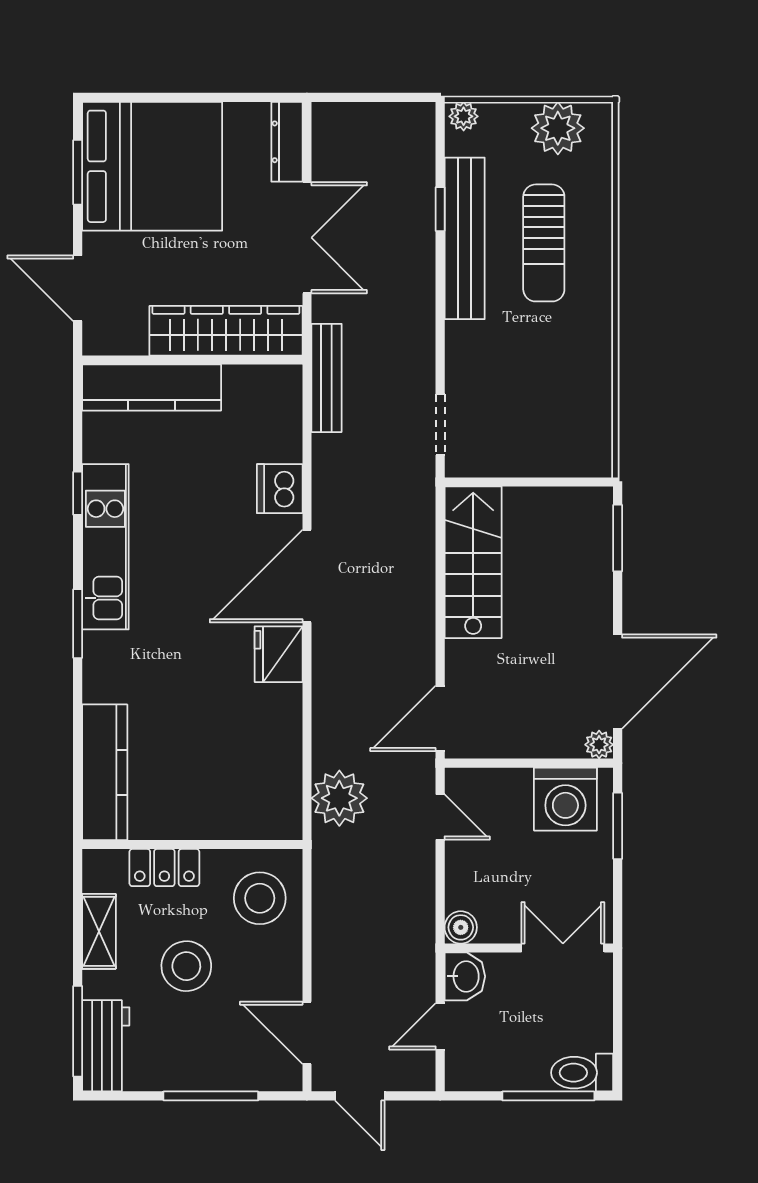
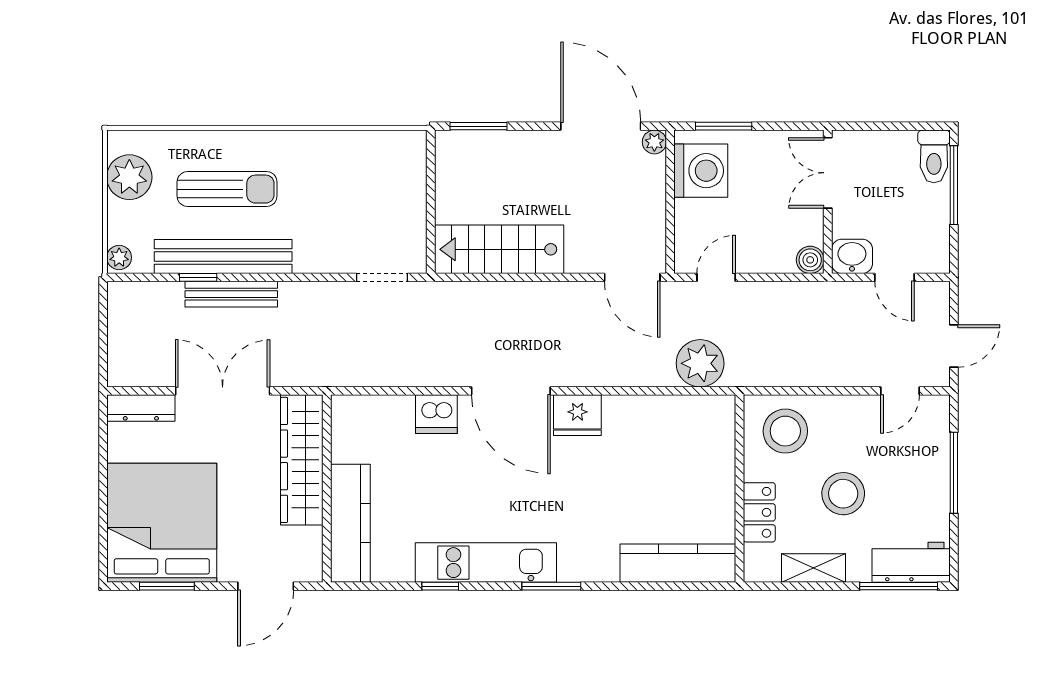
bench: (327, 378) -> (231, 294), moved
door: (307, 1033) -> (900, 391), width x0.73

